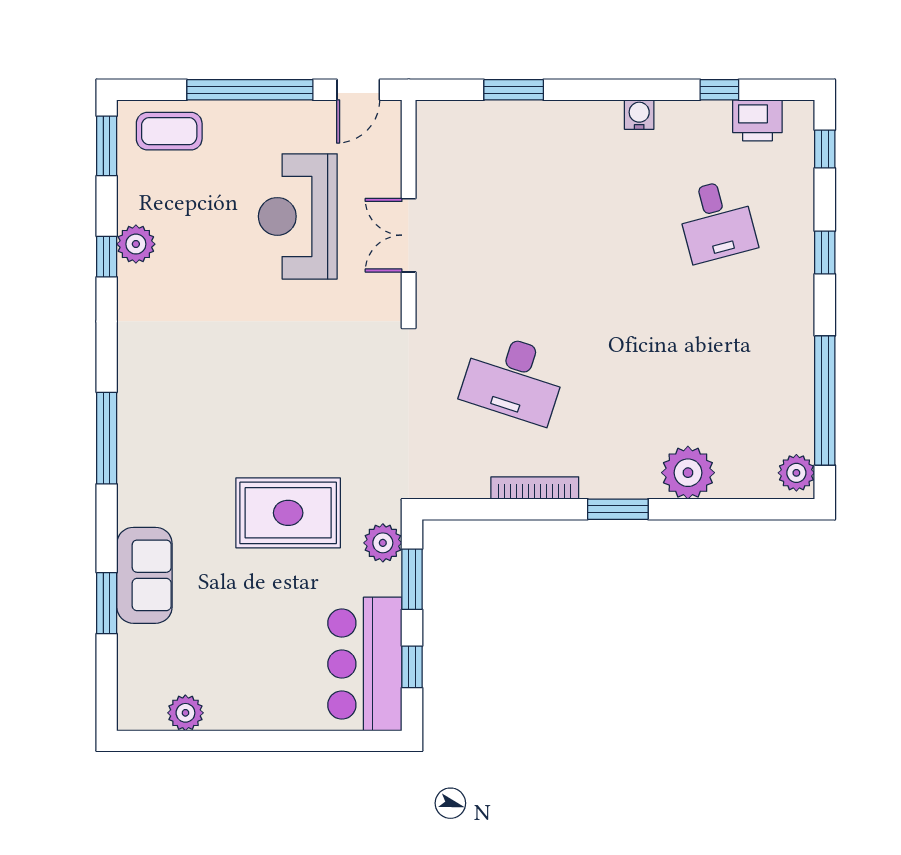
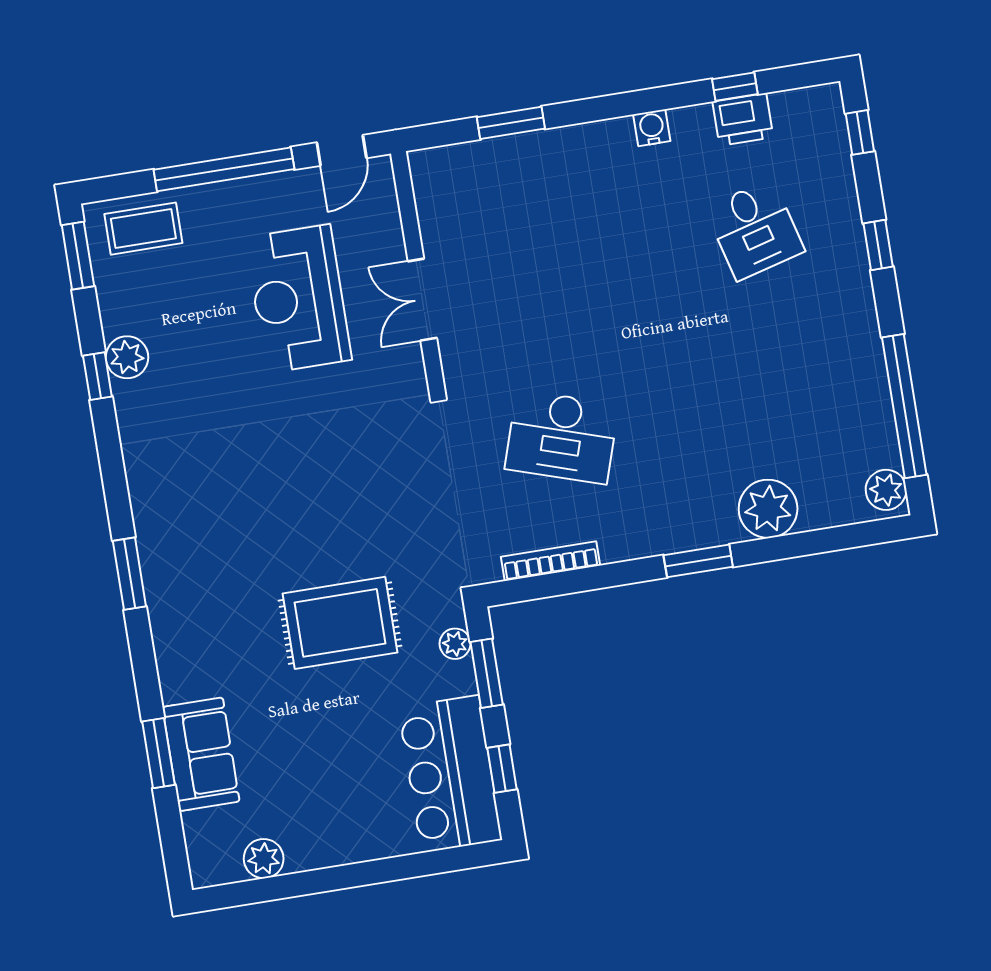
printer: (757, 120) -> (743, 119), moved
window: (107, 438) -> (129, 574), width x0.69
bookcase: (535, 488) -> (550, 561), moved
plant: (383, 543) -> (455, 644), width x0.73, depth x0.73
sofa: (144, 575) -> (201, 754), moved

